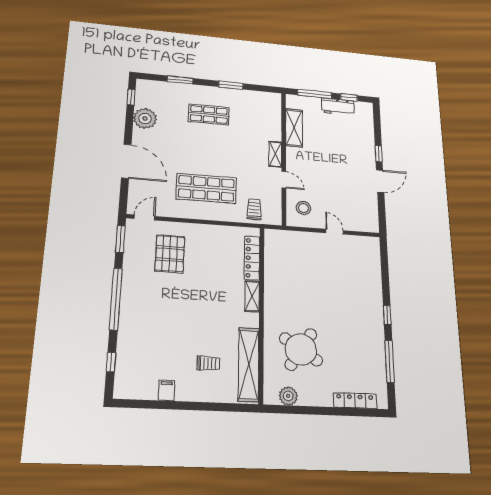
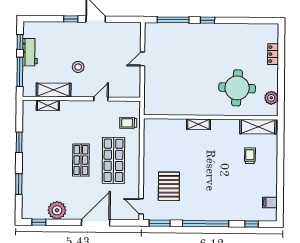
shop shelf: (209, 114) -> (81, 160), moved
shelving: (275, 154) -> (48, 105), moved
stool: (304, 208) -> (78, 67), moved
pallet: (170, 254) -> (169, 186), turned 90
locker: (252, 258) -> (168, 124), removed
round table: (301, 349) -> (237, 88), turned -30
window: (390, 361) -> (173, 20), moved
shelving: (249, 364) -> (258, 127), width x0.68
filing cabinet: (166, 390) -> (270, 202), moved
locker: (355, 401) -> (273, 54), width x0.66

